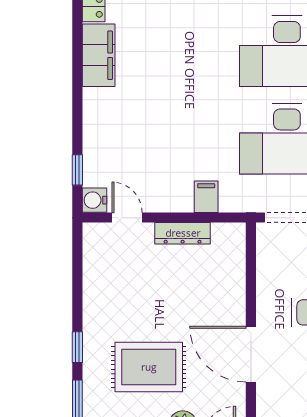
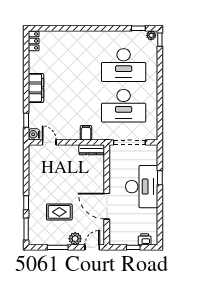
filing cabinet: (99, 55) -> (36, 88), moved
dresser: (183, 233) -> (92, 150), moved
rug: (149, 367) -> (59, 212), width x0.73, depth x0.70

